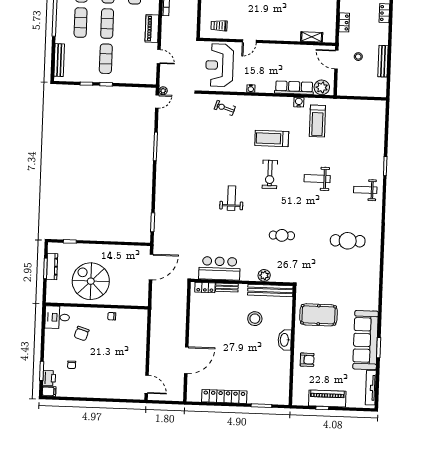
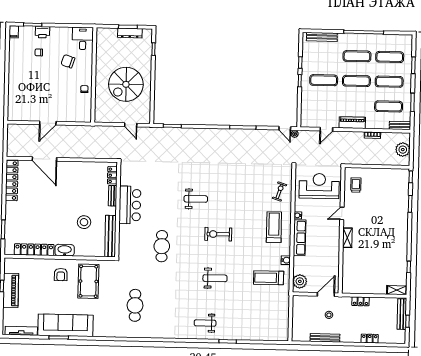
shelving: (312, 37) -> (347, 238), moved
door: (249, 41) -> (342, 213), hinge flipped
row of seats: (294, 88) -> (300, 238), moved
treadmill: (272, 138) -> (274, 227), moved
weight bench: (317, 179) -> (215, 278), turned 90
weight bench: (365, 190) -> (205, 323), turned -90
cafe table: (282, 235) -> (162, 246), width x1.37, depth x1.35
cafe table: (348, 241) -> (135, 305), moved
door: (151, 267) -> (131, 125), width x0.53
bar counter: (219, 268) -> (130, 205), moved
plant: (264, 275) -> (124, 230), removed
spiral stairs: (91, 281) -> (126, 84), moved, turned 180
armchair: (307, 360) -> (61, 275), moved
locker: (284, 373) -> (34, 250), added
printer: (49, 378) -> (42, 32), moved
door: (147, 384) -> (48, 123), moved
locker: (224, 396) -> (12, 181), moved

